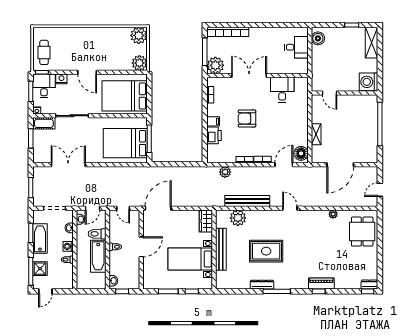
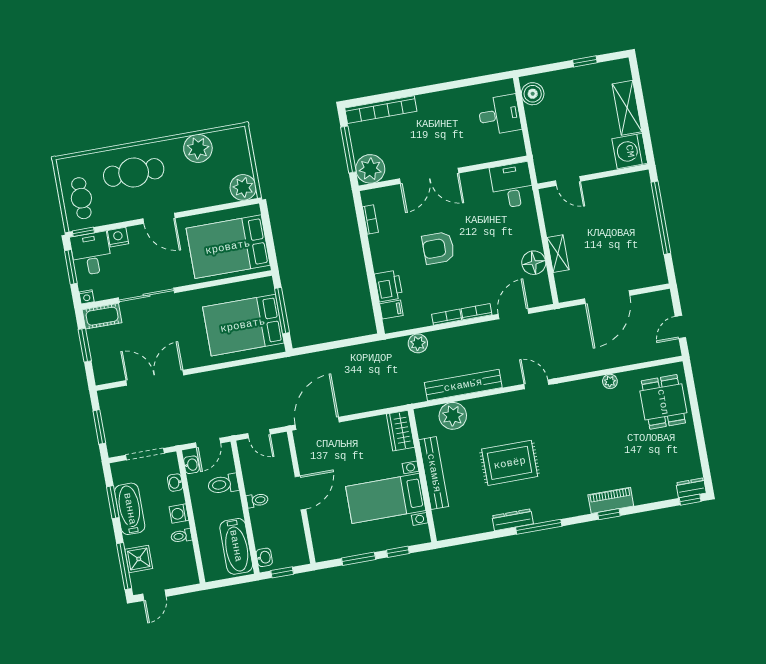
plant: (139, 35) -> (198, 148), moved
cafe table: (77, 43) -> (134, 172), added
shelving: (371, 43) -> (627, 108), moved
double door: (249, 76) -> (429, 176), swing flipped
desk: (282, 90) -> (512, 185), moved
filing cabinet: (213, 121) -> (391, 310), moved
floor lamp: (301, 153) -> (534, 263), moved
bathtub: (98, 256) -> (236, 546), moved

